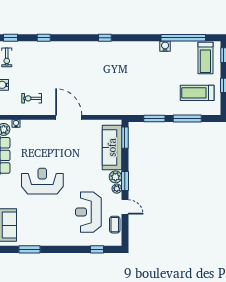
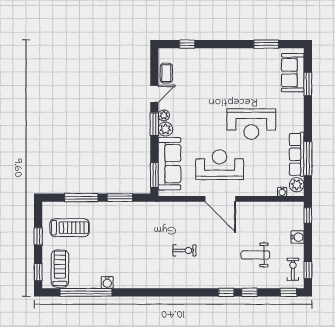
window: (105, 38) -> (226, 292), moved
weight bench: (39, 70) -> (255, 255), added
exercise bike: (32, 98) -> (184, 250), moved
door: (125, 207) -> (154, 94), swing flipped
reception desk: (88, 212) -> (220, 165), moved, turned -90

